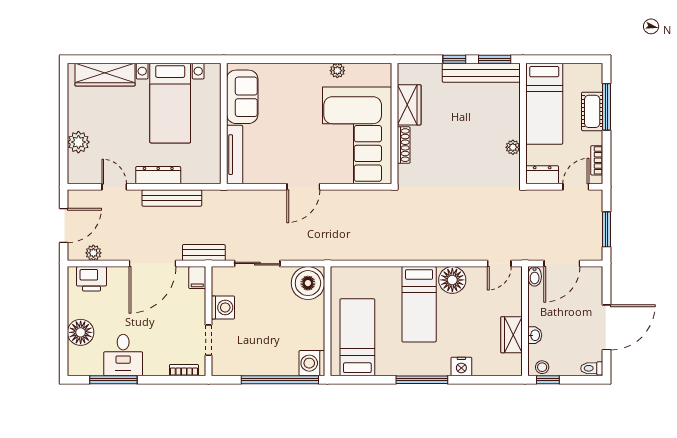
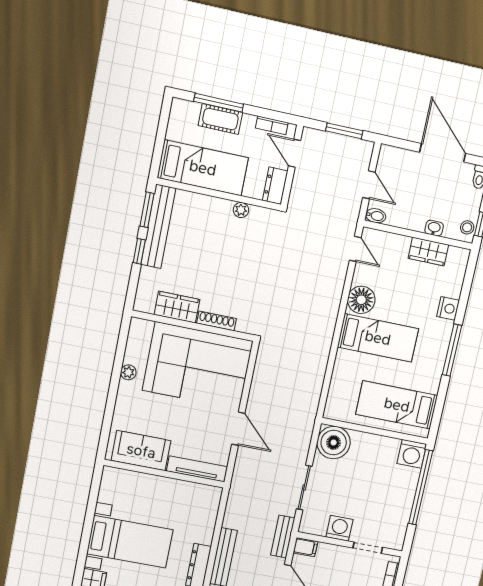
sofa: (242, 97) -> (141, 451), moved
wall: (224, 124) -> (164, 474), moved
tv unit: (235, 155) -> (197, 469), moved
door: (562, 264) -> (369, 185), width x0.73

